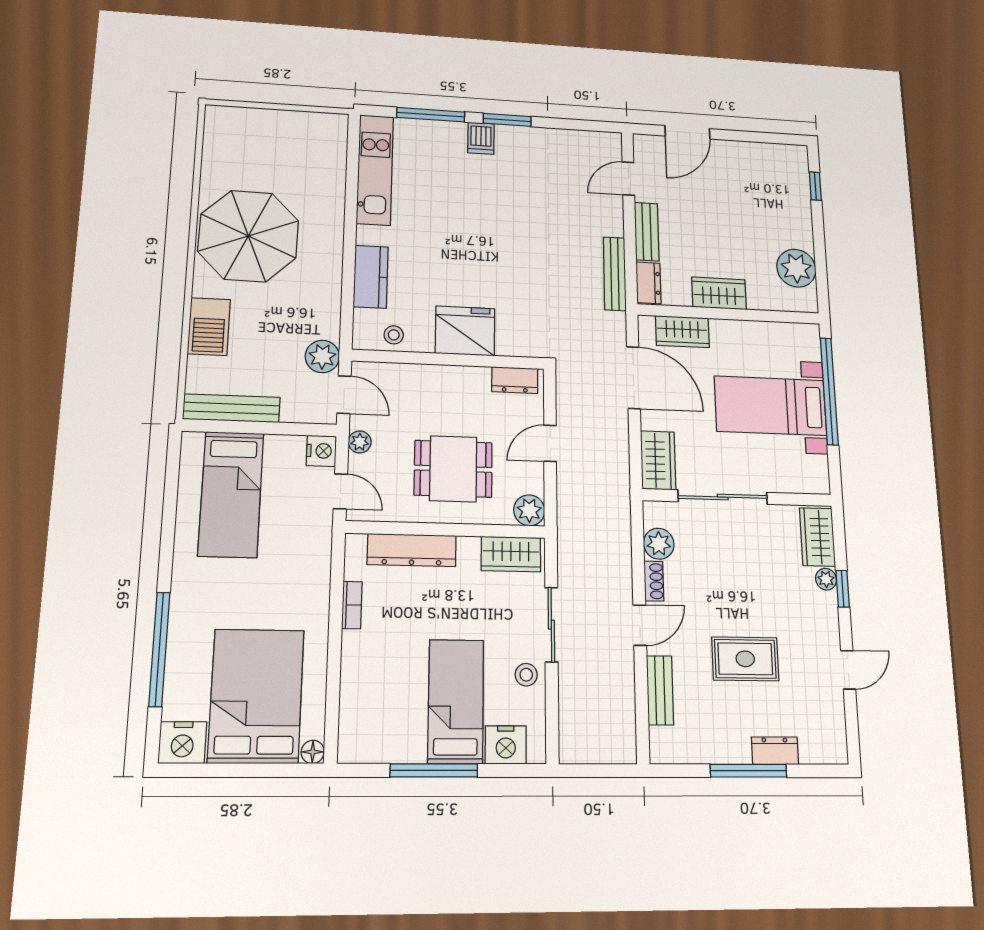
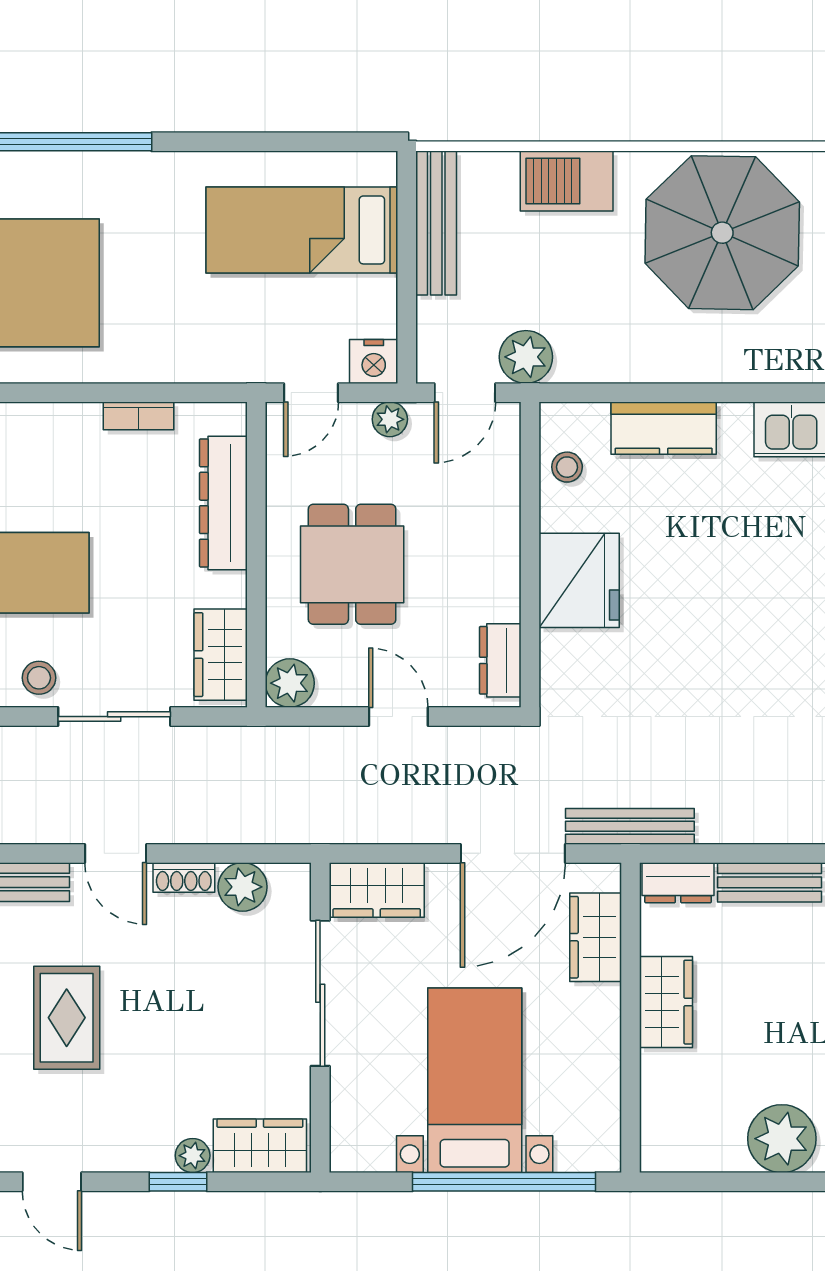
plant: (796, 268) -> (782, 1139), moved
bench: (615, 274) -> (630, 826), moved

